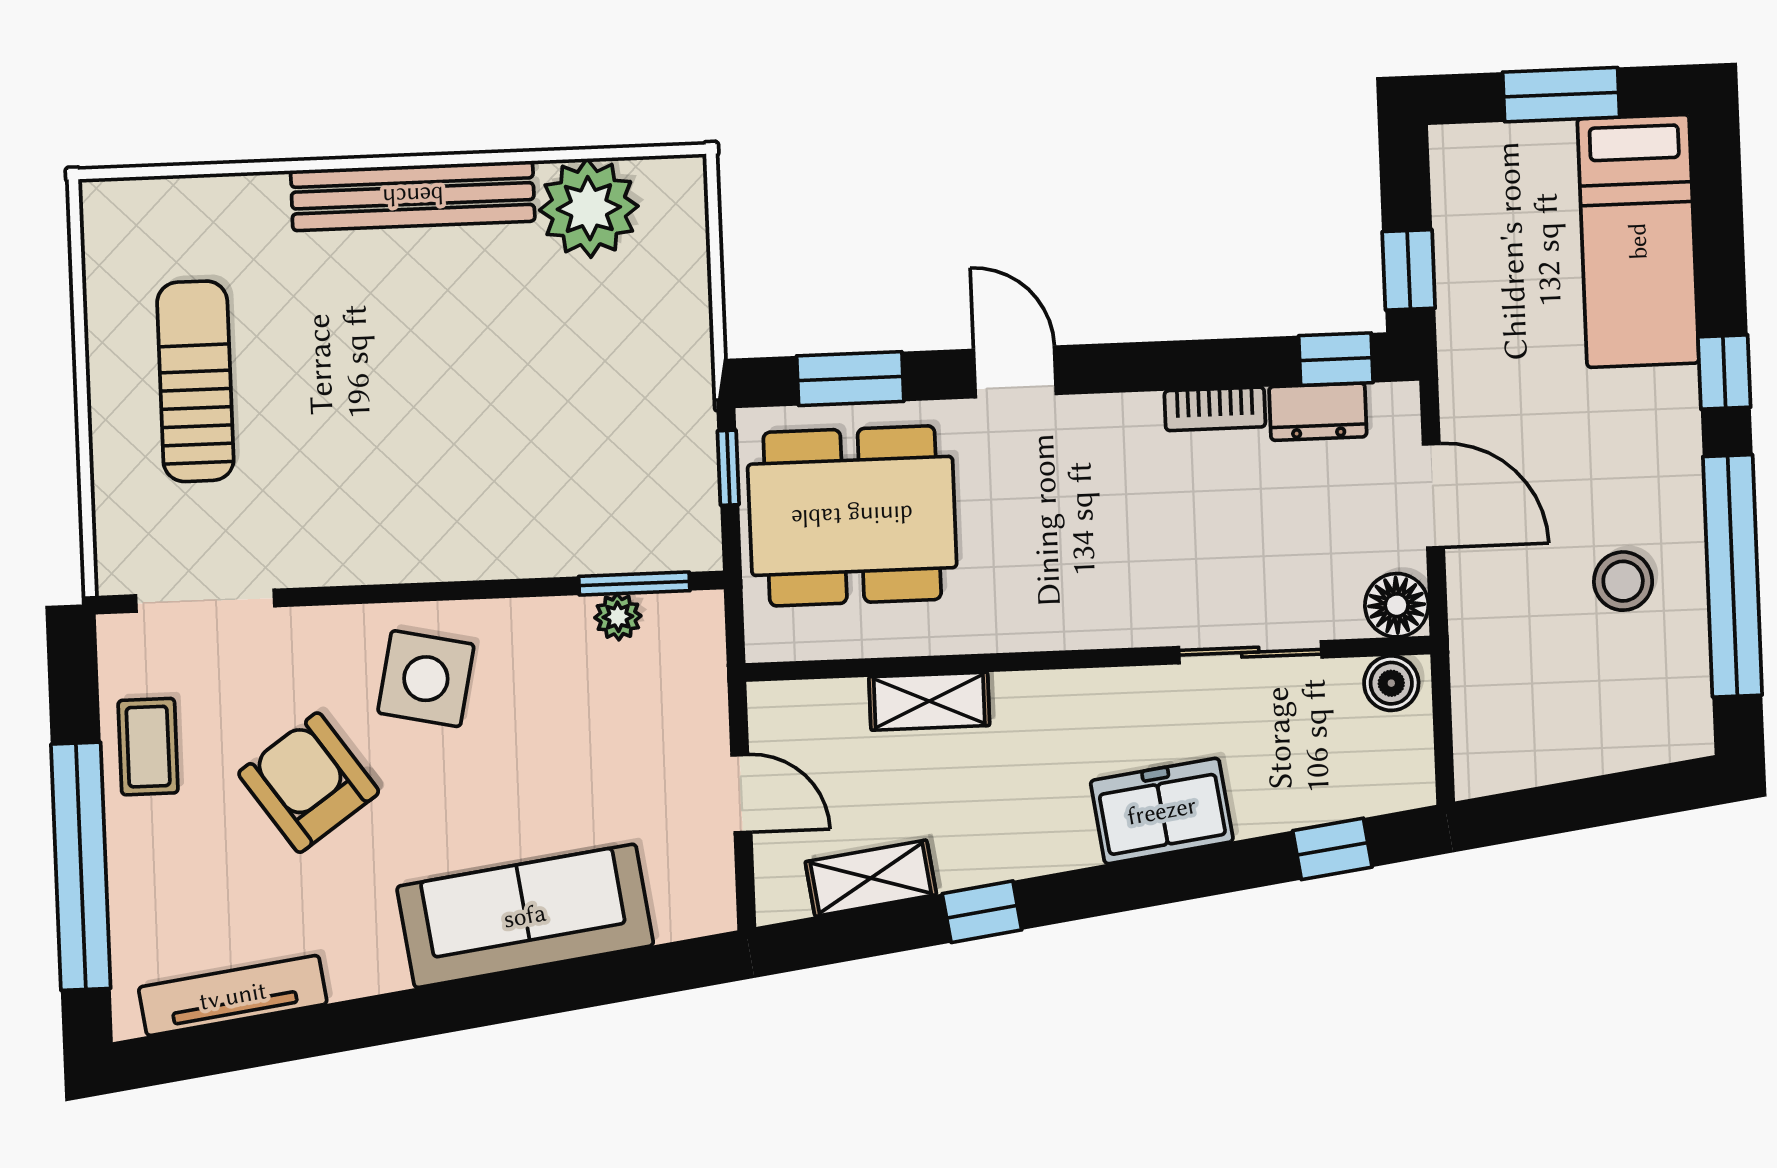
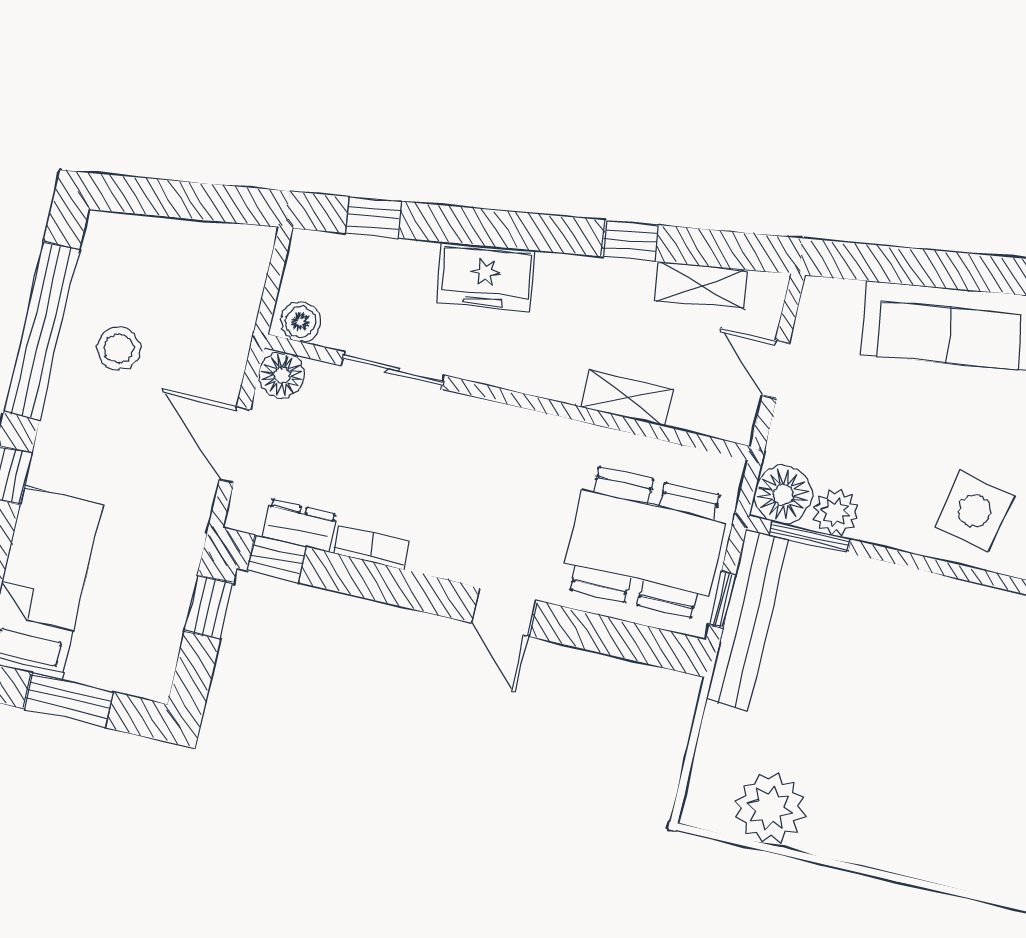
bench: (413, 196) -> (747, 619), moved, turned 90
window: (850, 379) -> (620, 639), removed
plant: (618, 617) -> (836, 512), width x1.38, depth x1.38
floor lamp: (686, 630) -> (783, 494), added

